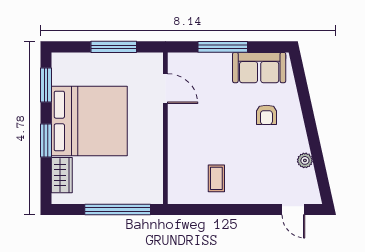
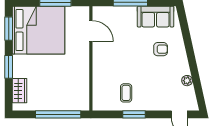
armchair: (266, 115) -> (161, 49), turned -90
bed: (89, 121) -> (38, 30), moved
window: (228, 209) -> (134, 114), added

